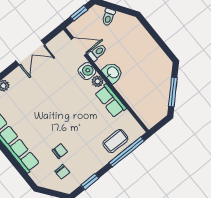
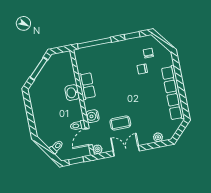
door: (79, 46) -> (89, 137), hinge flipped
washbasin: (113, 73) -> (72, 93), moved
plant: (98, 81) -> (98, 149), moved
coffee table: (115, 141) -> (120, 123), moved

